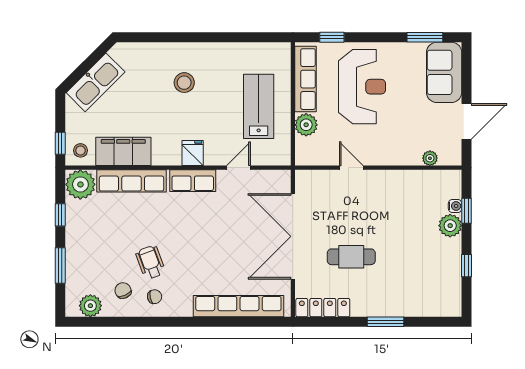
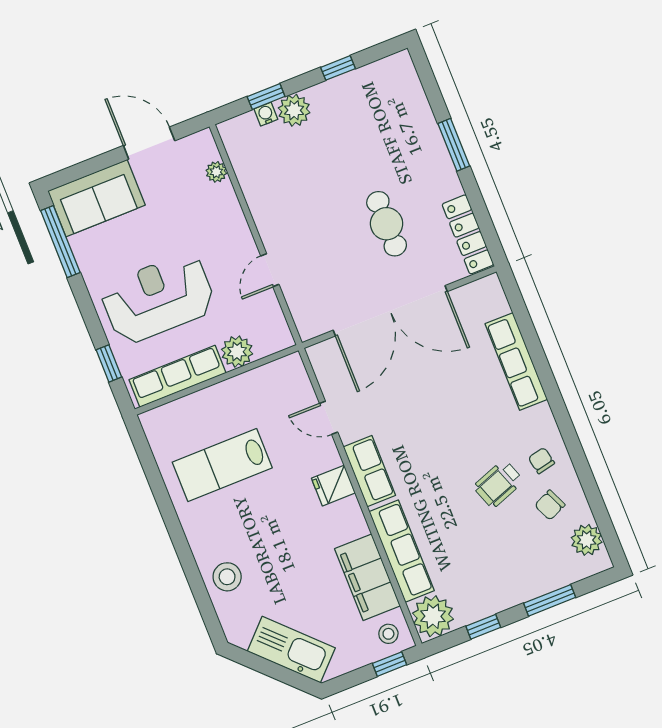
window: (425, 37) -> (60, 242), width x1.44
stool: (184, 83) -> (227, 577), moved
lab bench: (259, 106) -> (222, 465), moved
row of seats: (238, 306) -> (516, 361), width x0.73

